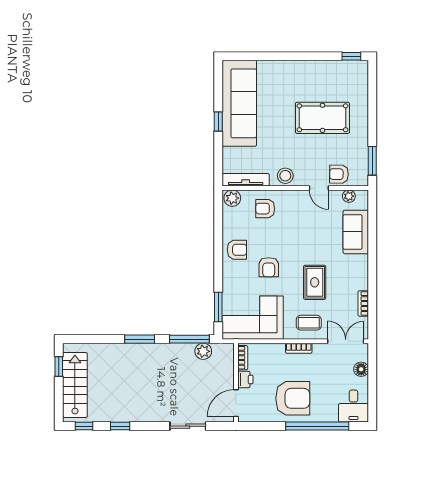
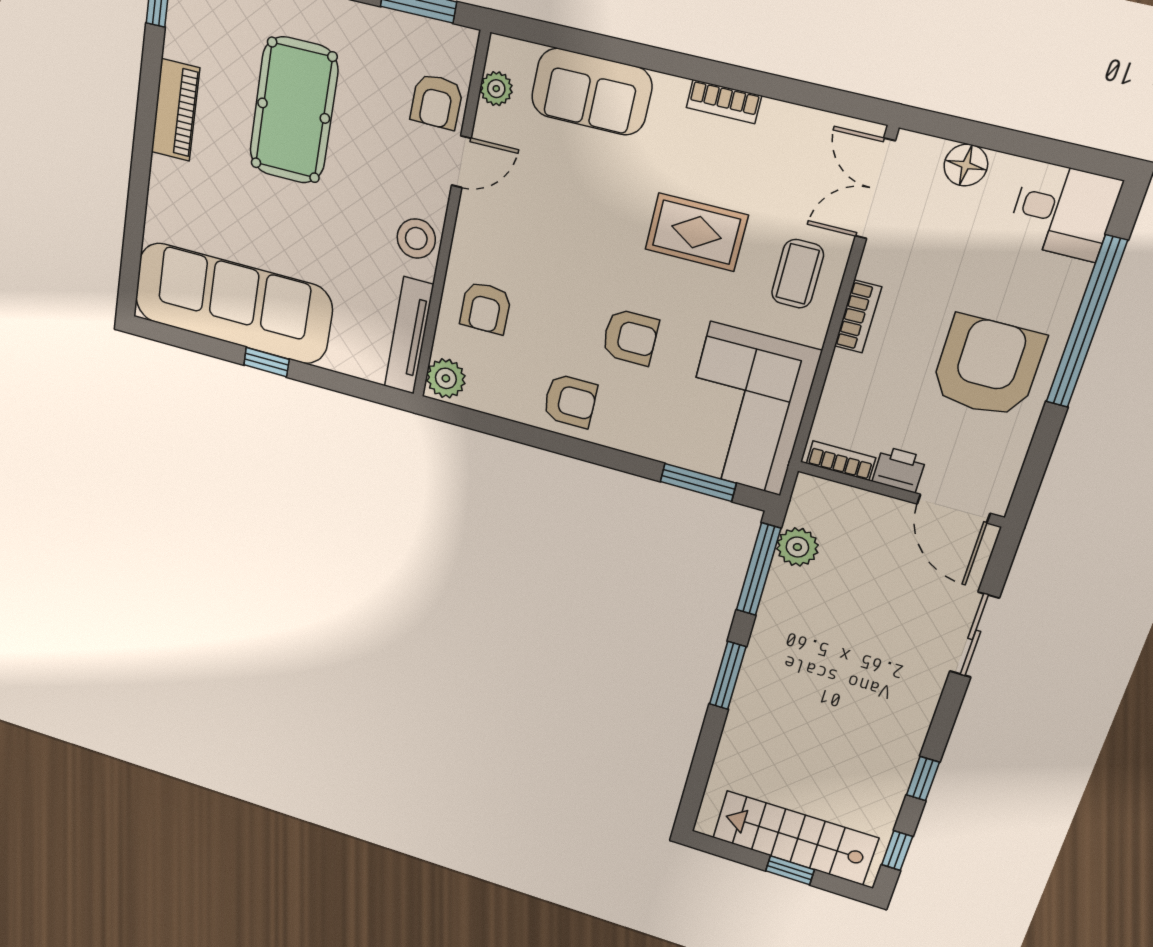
piano: (311, 69) -> (175, 110), added
armchair: (237, 250) -> (570, 401), turned 90
bookcase: (363, 304) -> (724, 102), moved
window: (59, 367) -> (790, 870), moved

